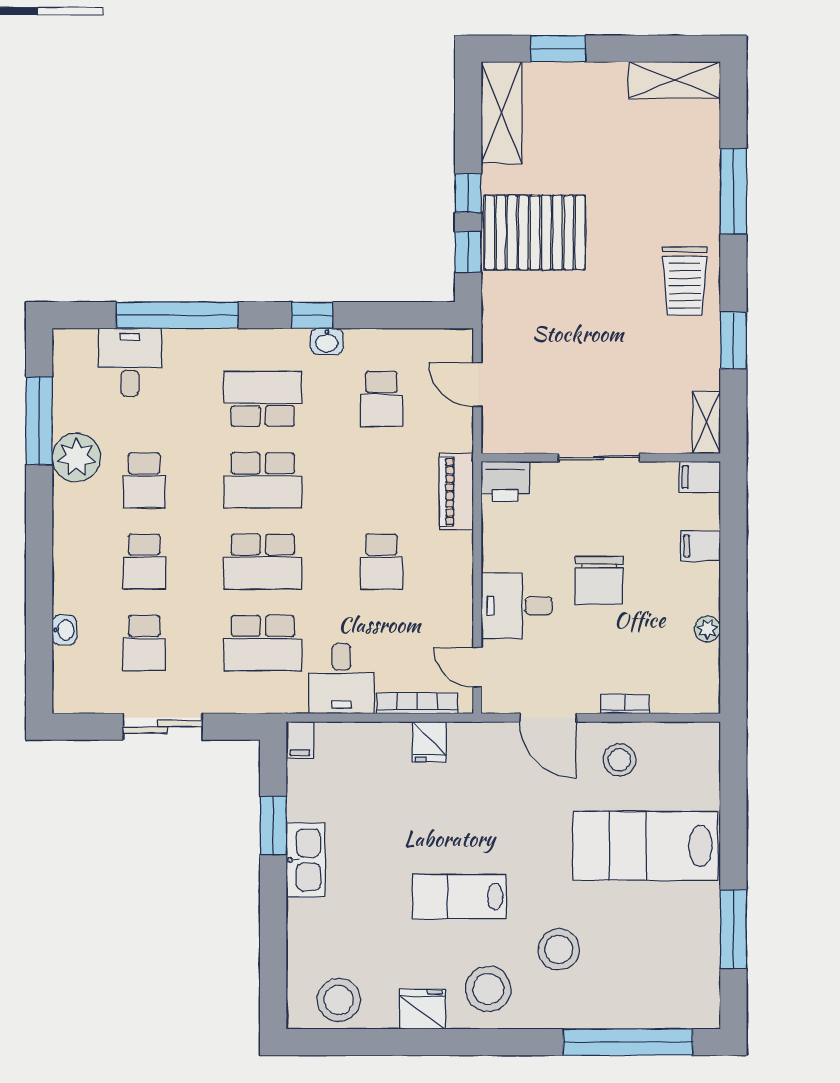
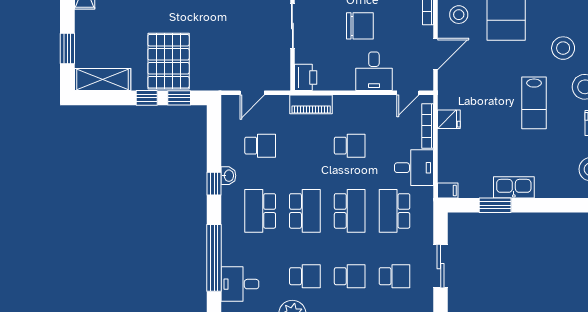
school desk: (263, 643) -> (394, 211), turned 180

